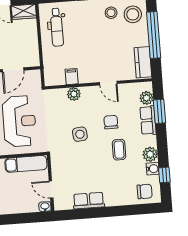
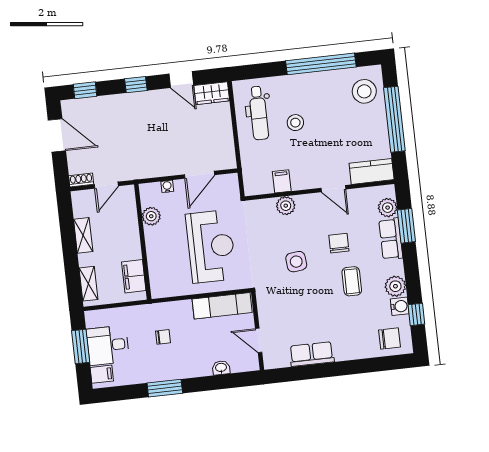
stool: (111, 13) -> (295, 123), moved
kitchen counter: (143, 62) -> (372, 171), moved, turned 90
washbasin: (45, 207) -> (221, 368), moved

